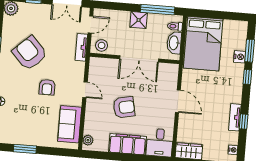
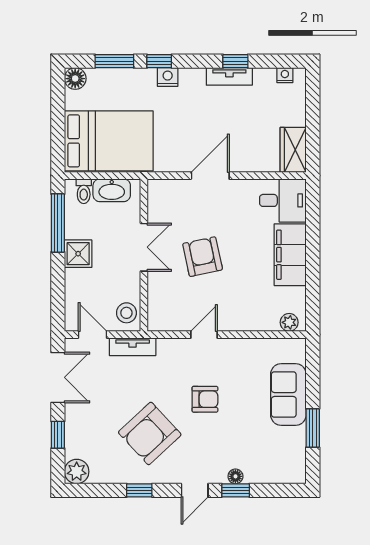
floor lamp: (241, 27) -> (75, 79), added
nightstand: (240, 57) -> (168, 77), moved
double door: (139, 59) -> (144, 247), width x0.73
armchair: (124, 107) -> (203, 257), moved
sofa: (70, 124) -> (288, 394), moved, turned 90

